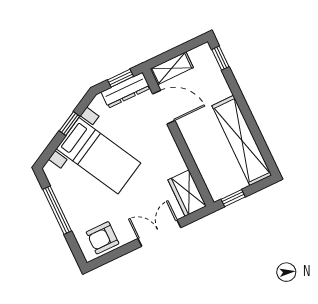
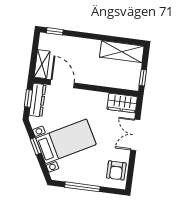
door: (164, 107) -> (62, 84), hinge flipped
shelving: (242, 140) -> (122, 52), width x0.68

